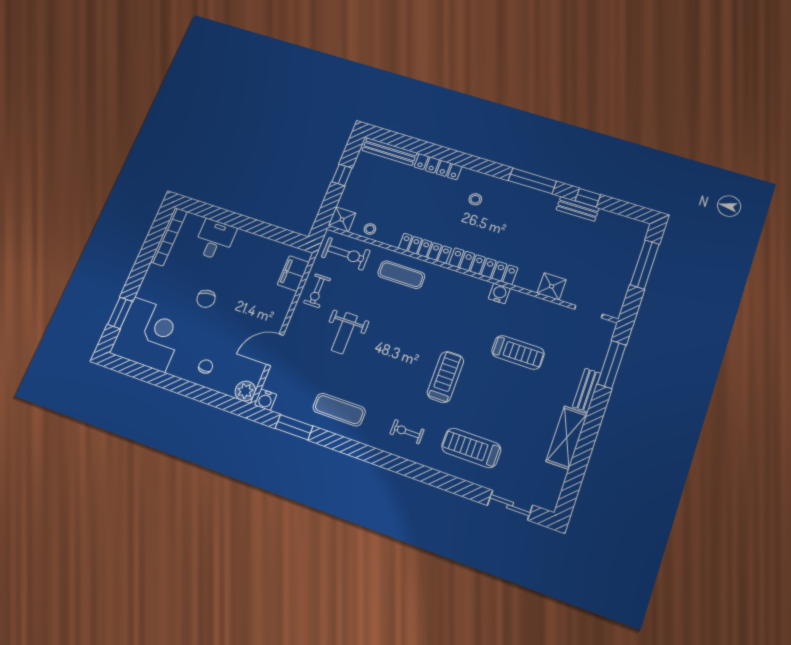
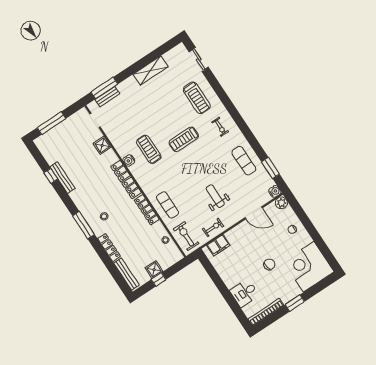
window: (532, 181) -> (83, 225), moved
bench: (578, 209) -> (63, 178), width x1.36
shower: (342, 219) -> (154, 270), moved
window: (120, 313) -> (295, 303), moved
weight bench: (344, 333) -> (215, 196), turned -90
treadmill: (518, 352) -> (149, 149), moved
bench: (587, 390) -> (107, 97), moved

